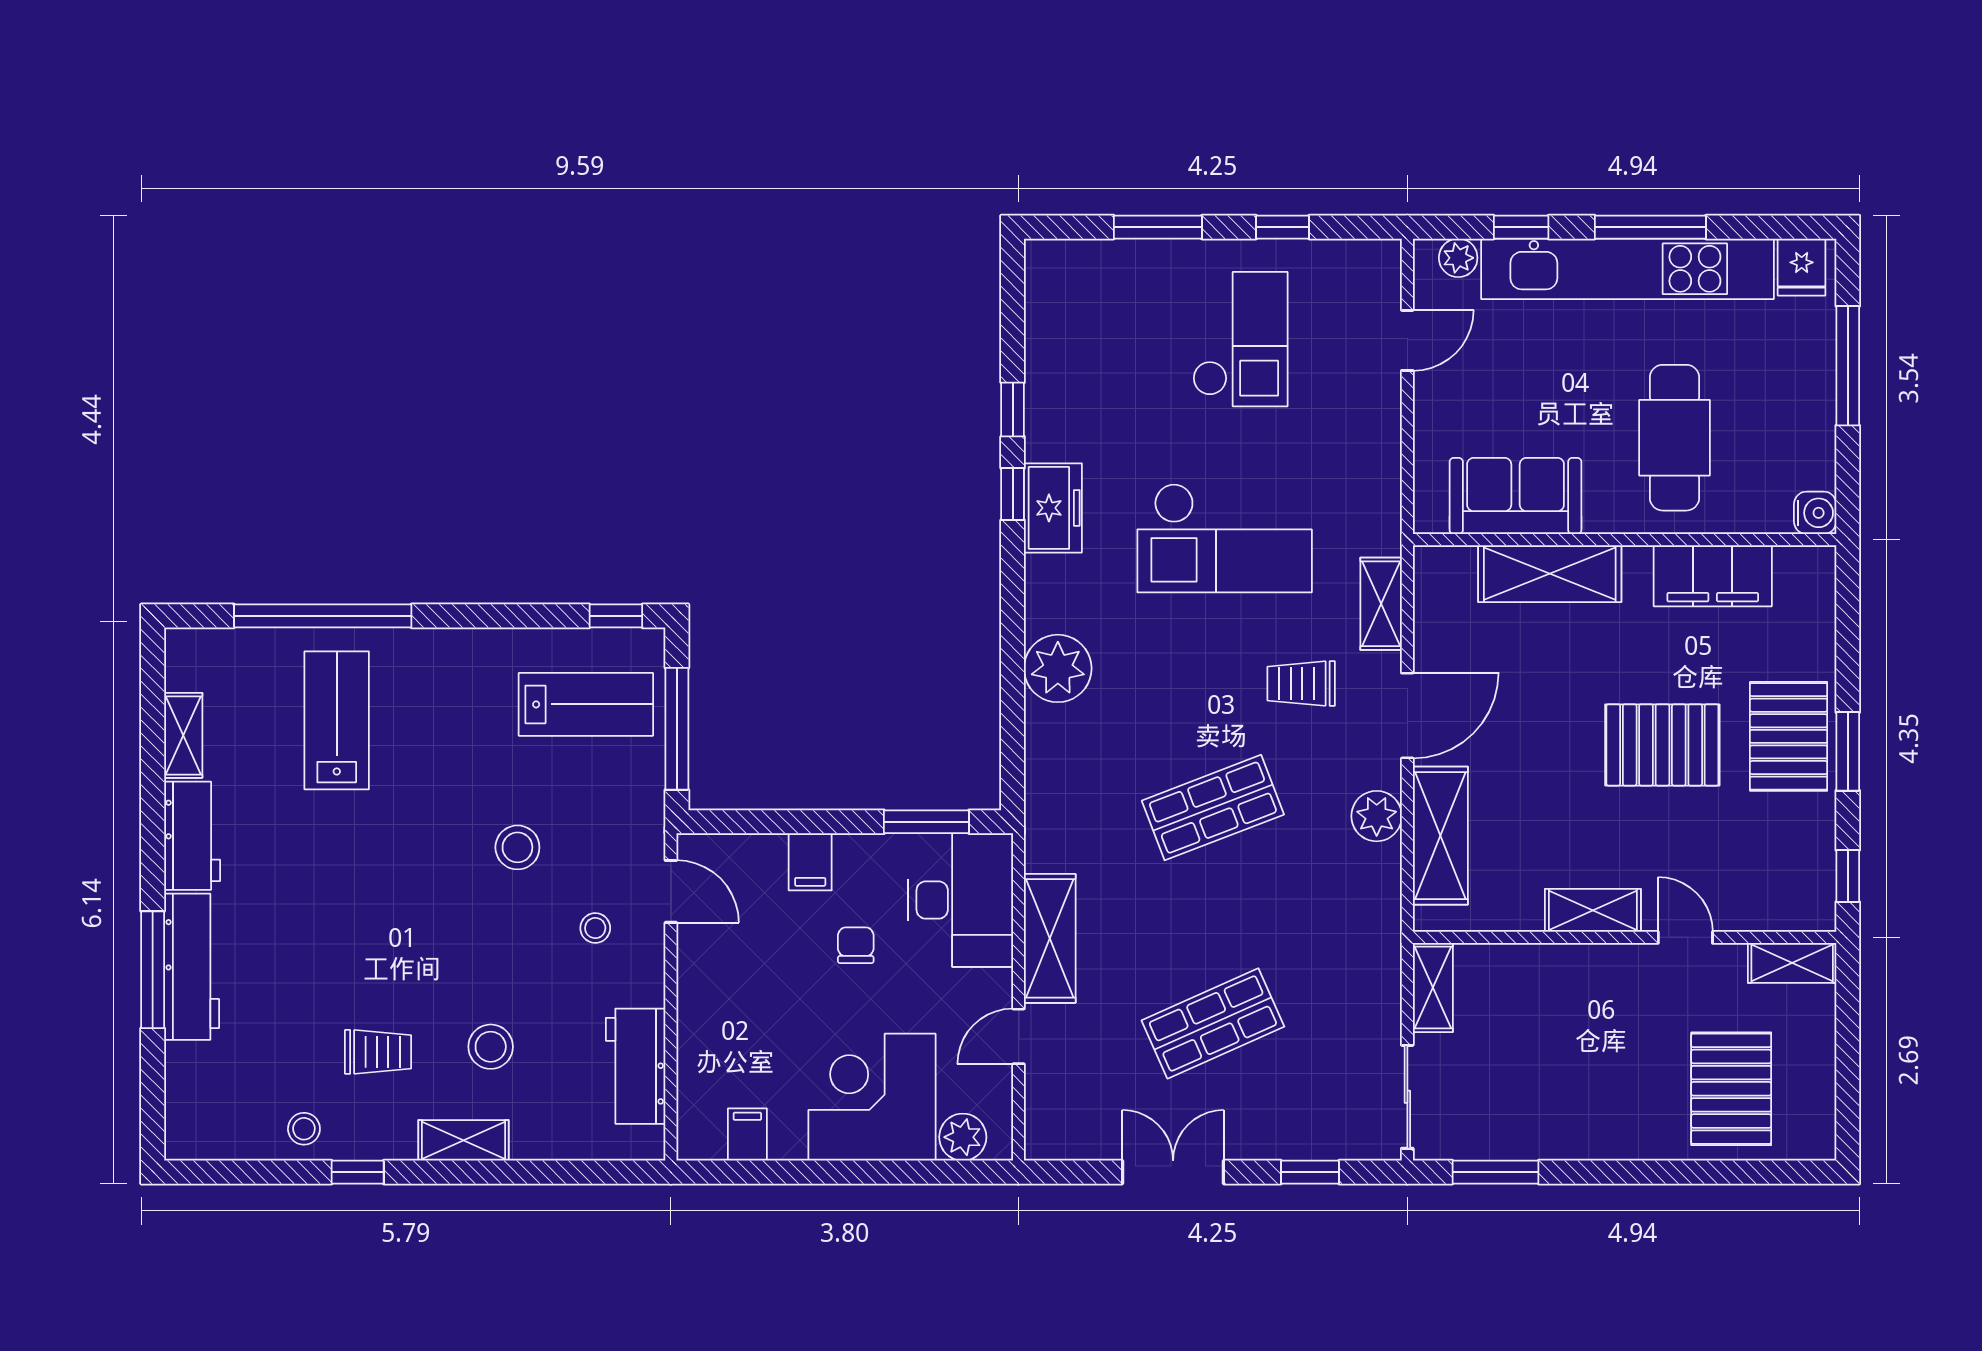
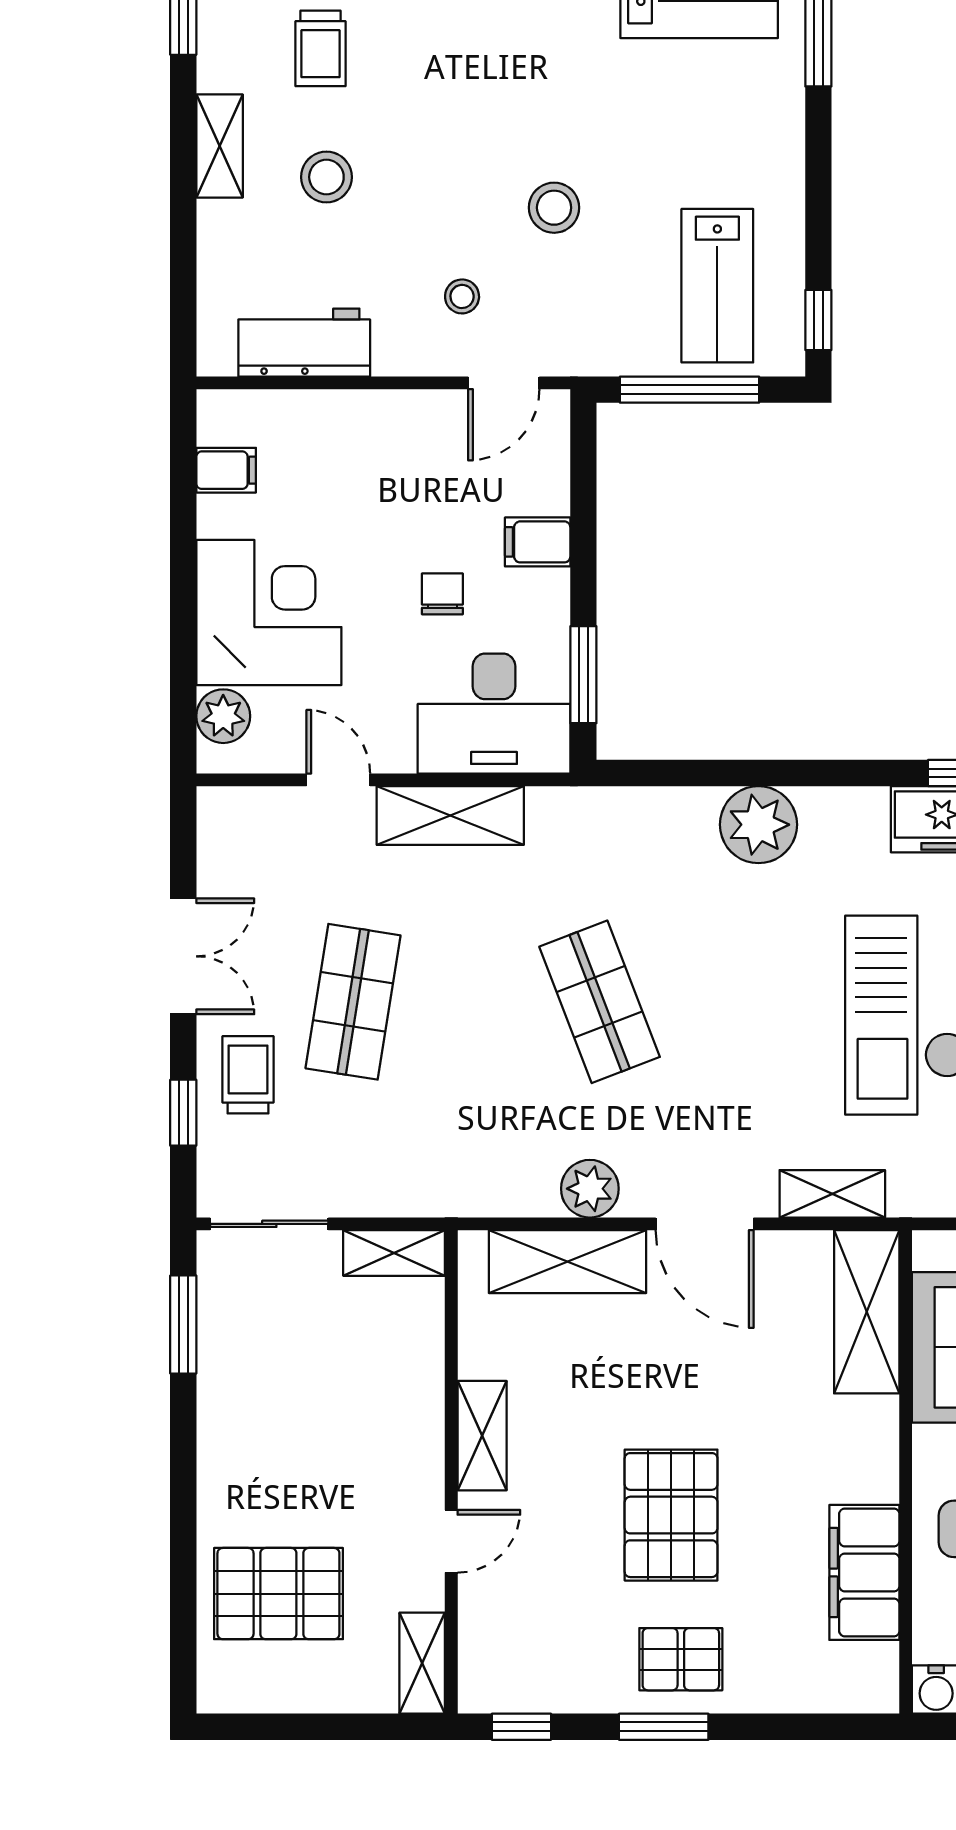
shelving: (1550, 574) -> (867, 1312), moved
trolley: (1301, 684) -> (248, 1075), moved
pallet: (1789, 736) -> (681, 1659), width x0.67, depth x0.71
chair: (856, 945) -> (442, 594), turned -90
shop shelf: (1213, 1023) -> (353, 1002), turned 33

